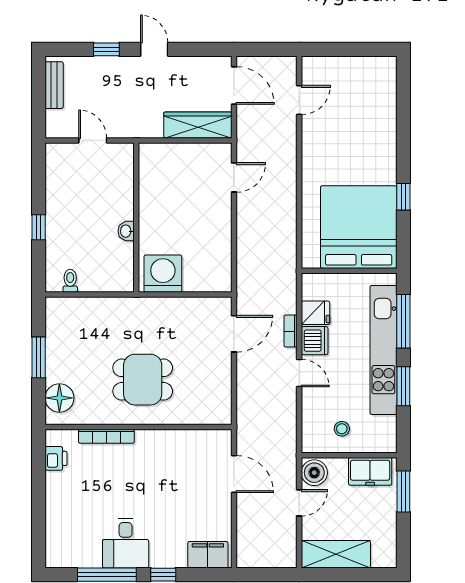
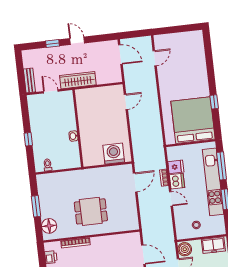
bench: (54, 85) -> (29, 80), moved
wardrobe: (198, 125) -> (78, 80), moved
washing machine: (163, 274) -> (114, 154), moved

